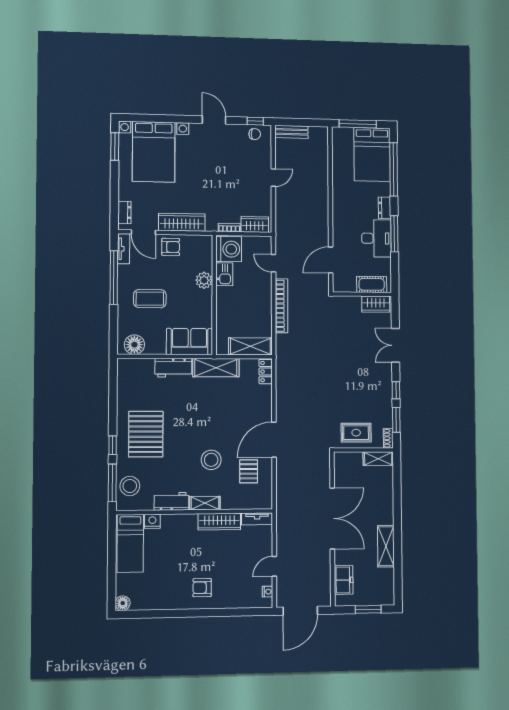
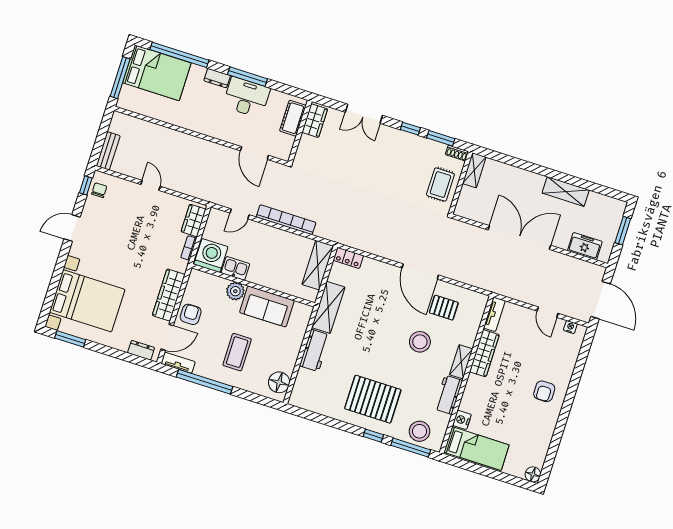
sofa: (189, 342) -> (267, 307), moved, turned -90

